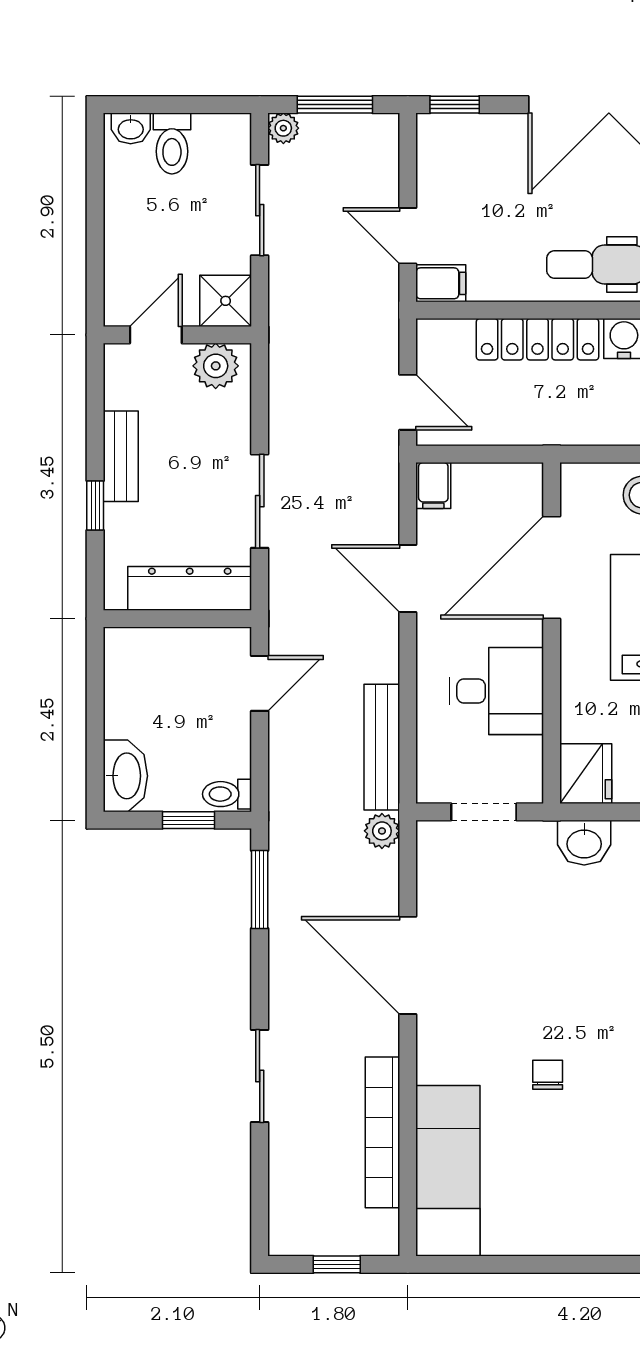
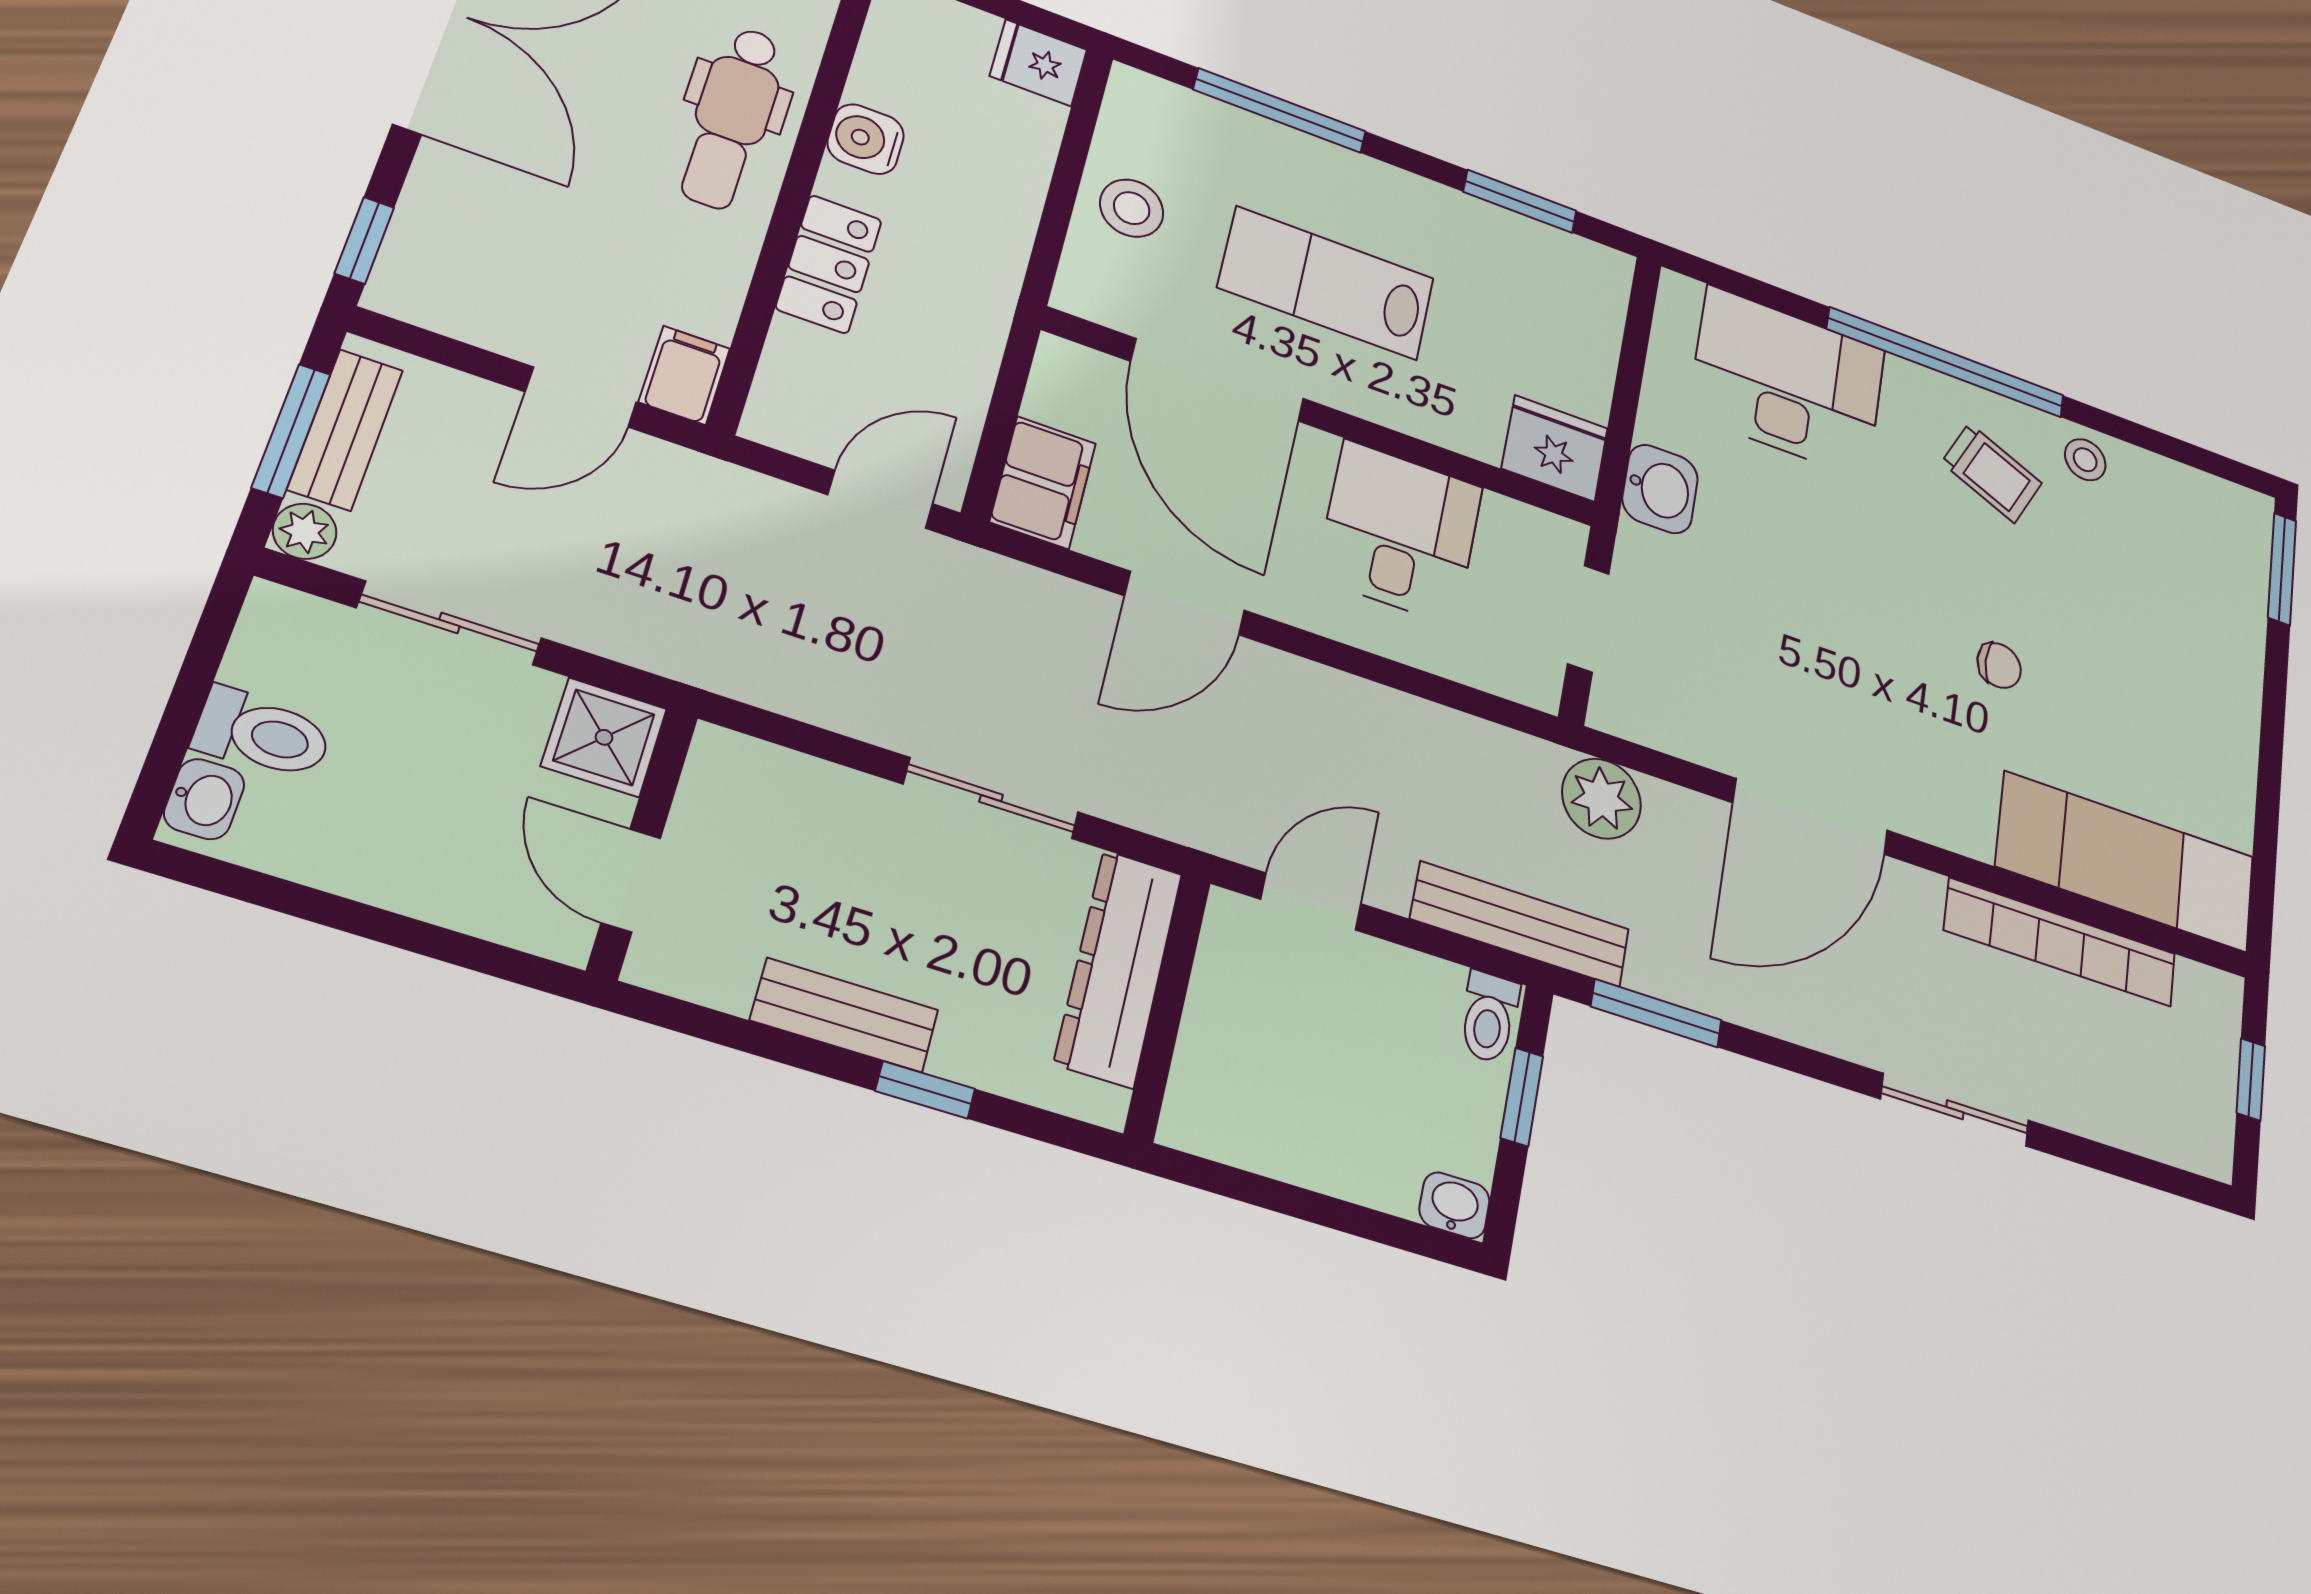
bench: (345, 129) -> (345, 430), added
locker: (538, 339) -> (829, 264), width x0.66
plant: (216, 366) -> (722, 794), removed
filing cabinet: (433, 485) -> (1043, 483), width x2.00
door: (260, 683) -> (1311, 902), hinge flipped
bench: (382, 747) -> (1520, 924), moved
washbasin: (125, 776) -> (1454, 1205), width x0.52, depth x0.69
plant: (382, 831) -> (1601, 799), width x1.38, depth x1.38
chair: (548, 1075) -> (1999, 665), turned 180

